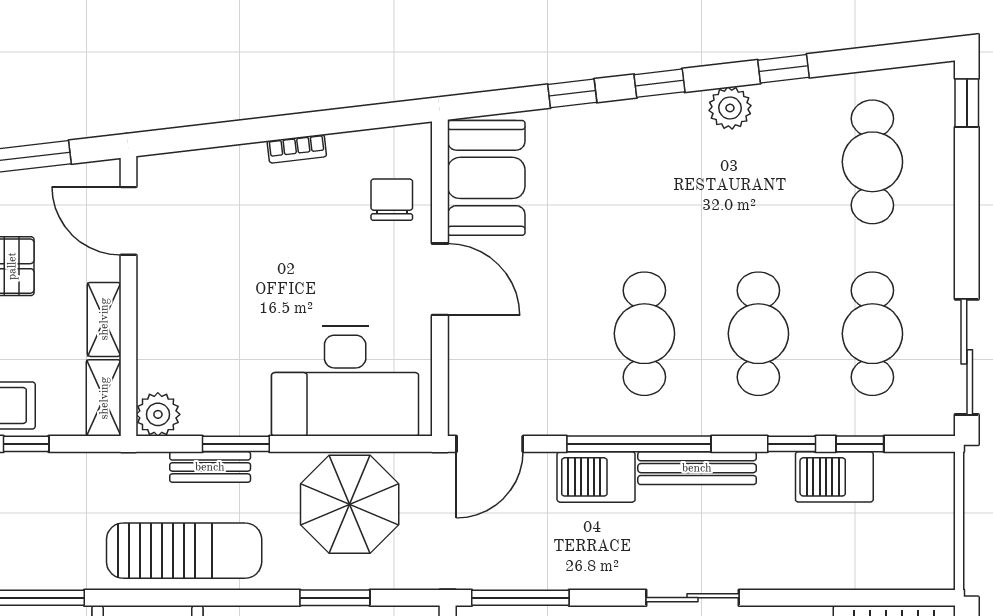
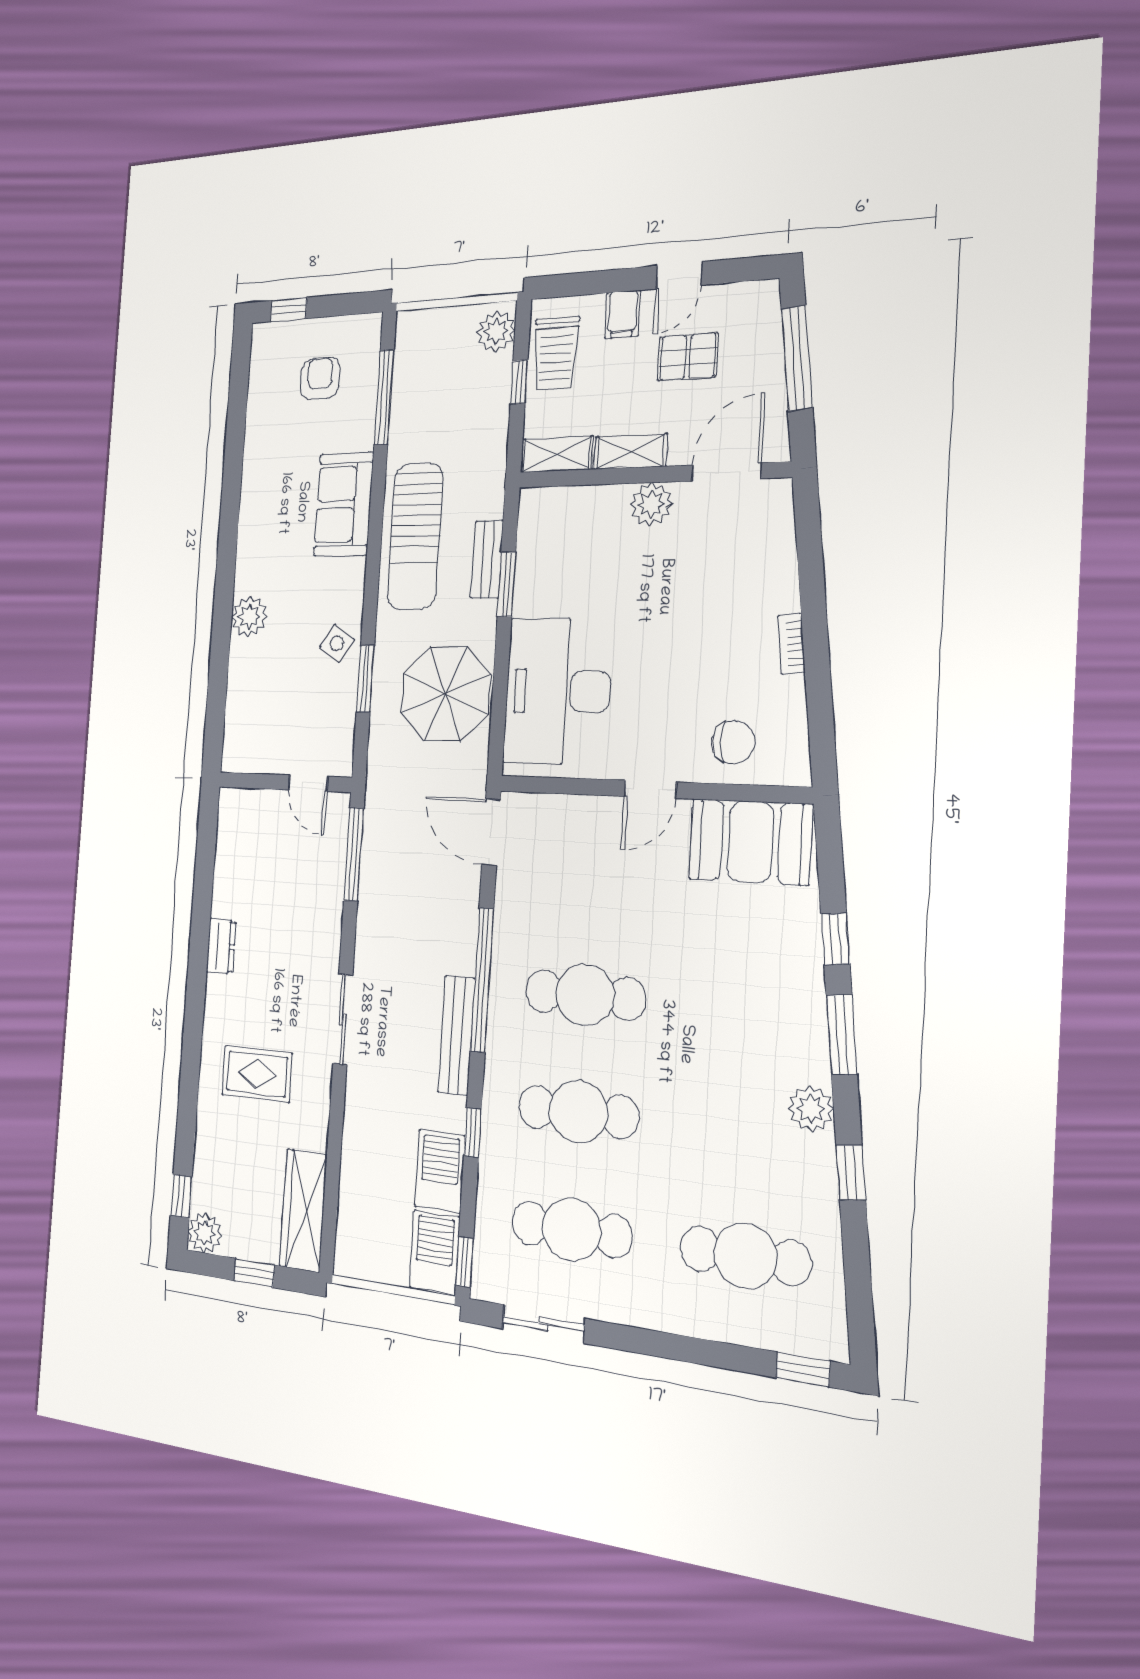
window: (659, 83) -> (842, 1035), width x1.50
door: (440, 279) -> (650, 789), width x0.73
sliding door: (967, 357) -> (543, 1324), width x0.73
plant: (158, 414) -> (651, 504), moved
window: (860, 444) -> (465, 1262), moved
barbecue: (596, 477) -> (435, 1252), moved

